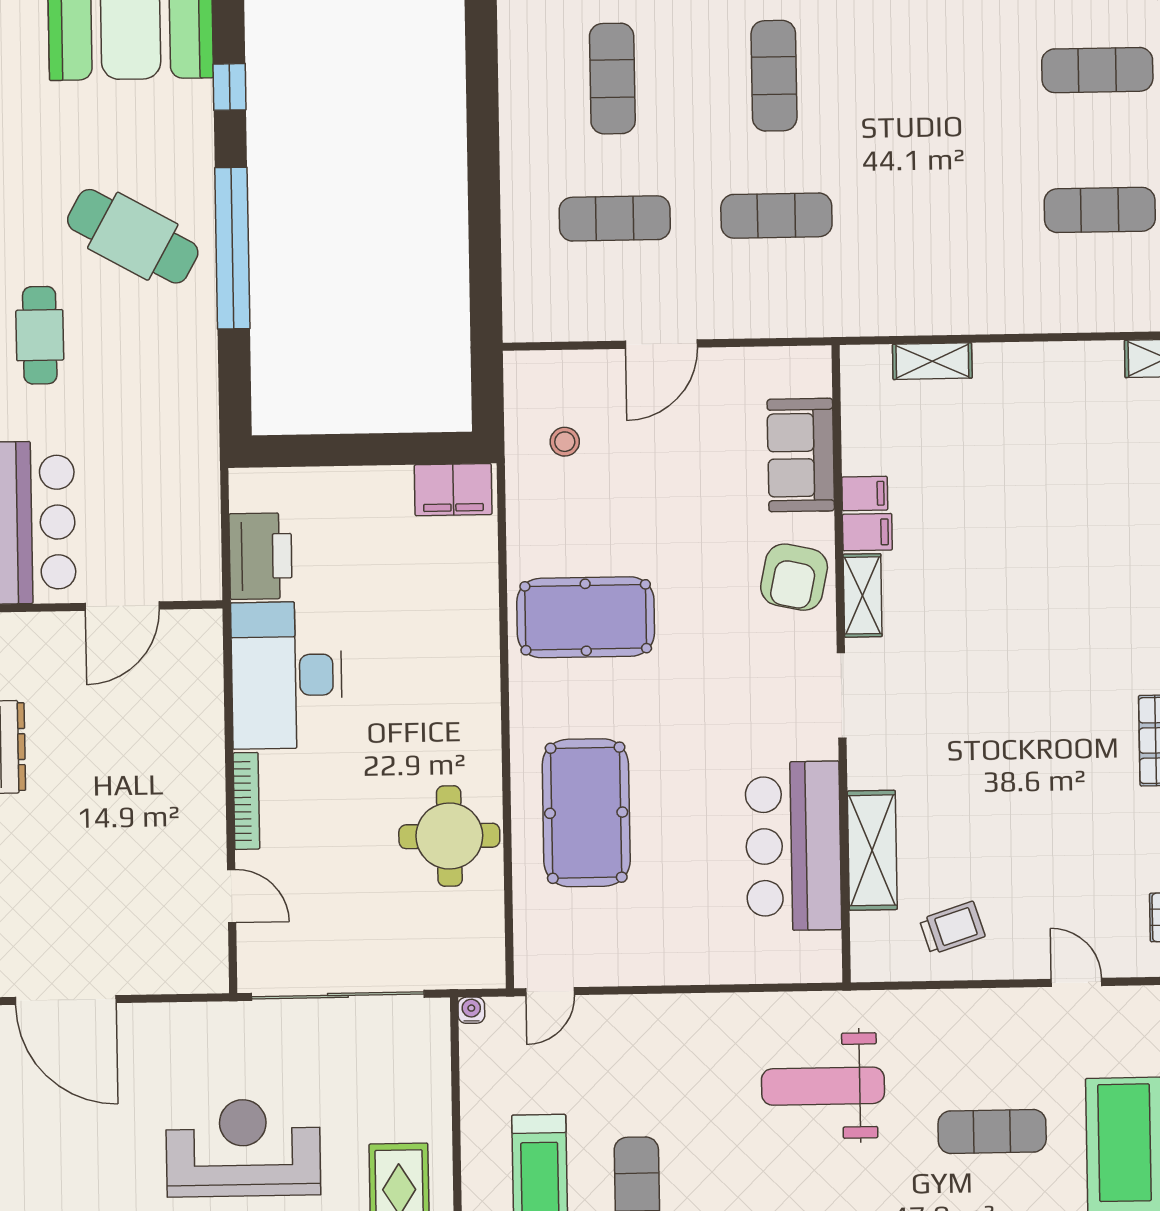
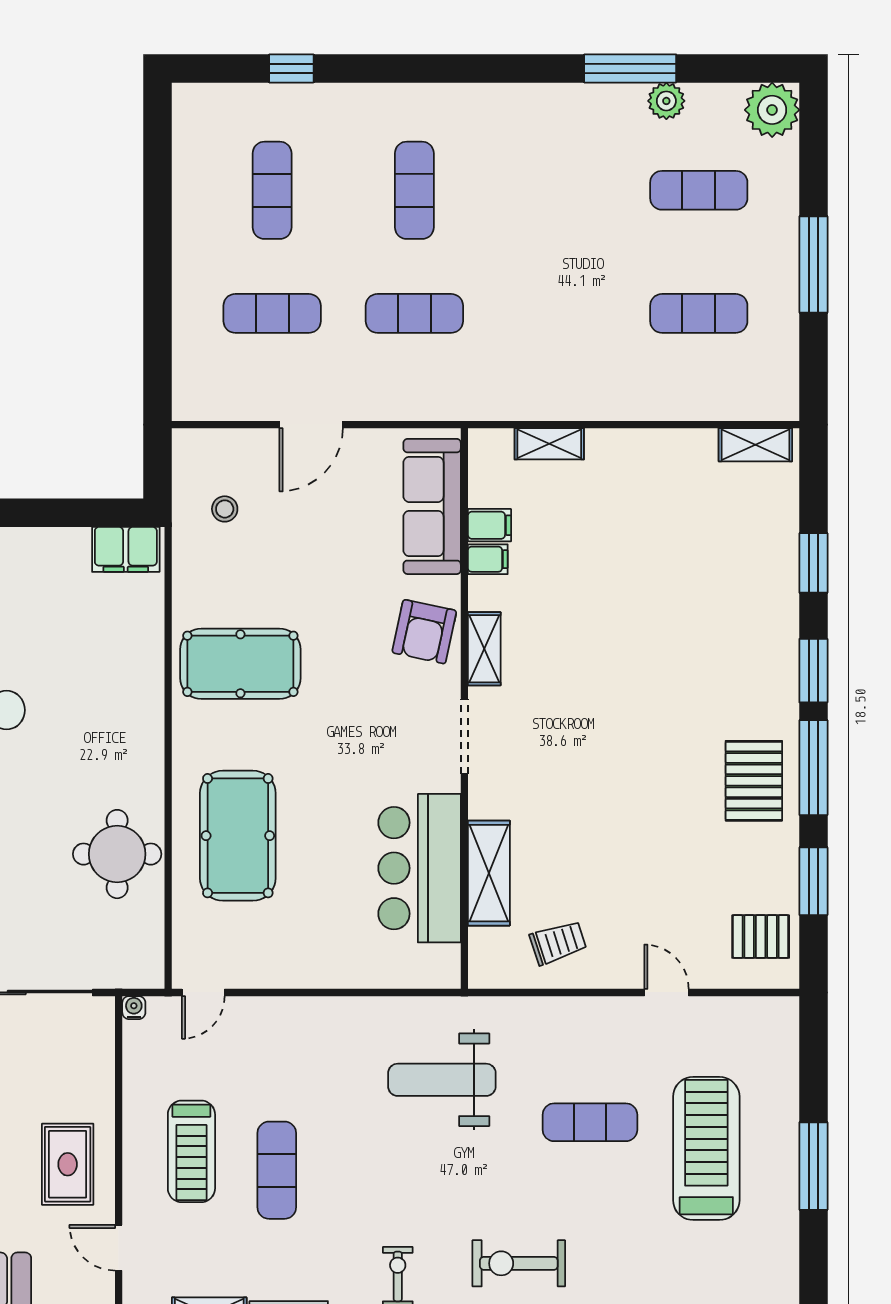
sofa: (801, 455) -> (432, 506), width x1.36
filing cabinet: (867, 532) -> (489, 525), moved

